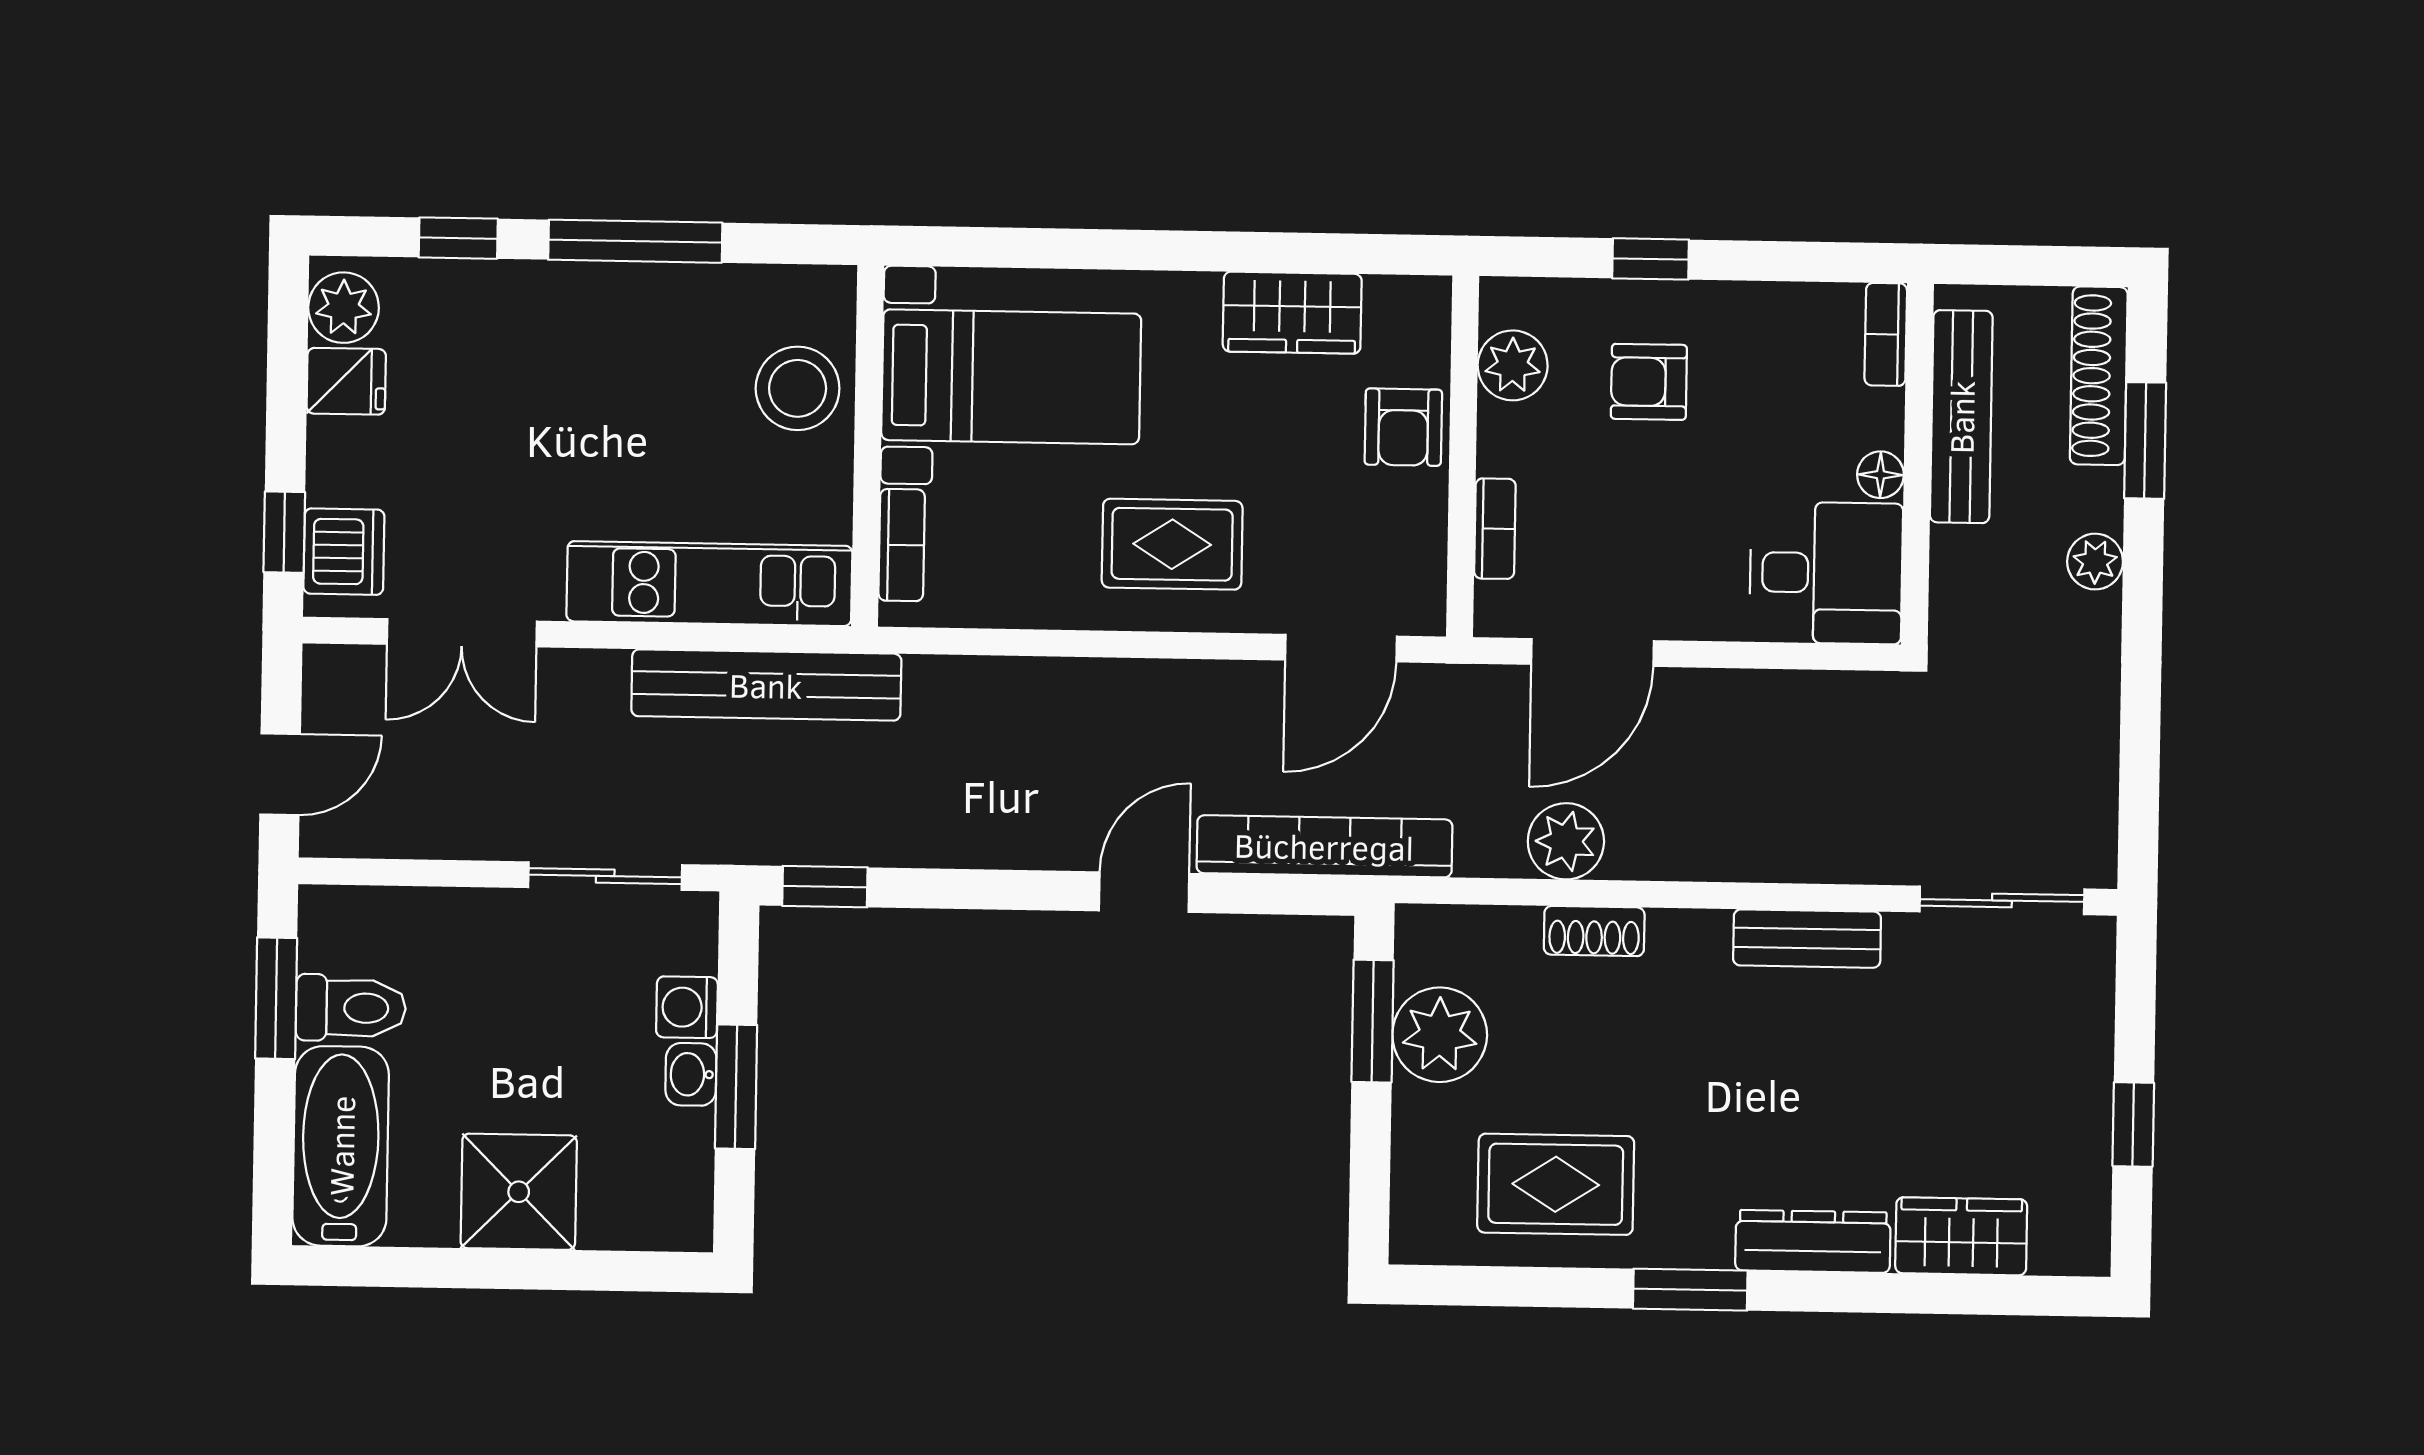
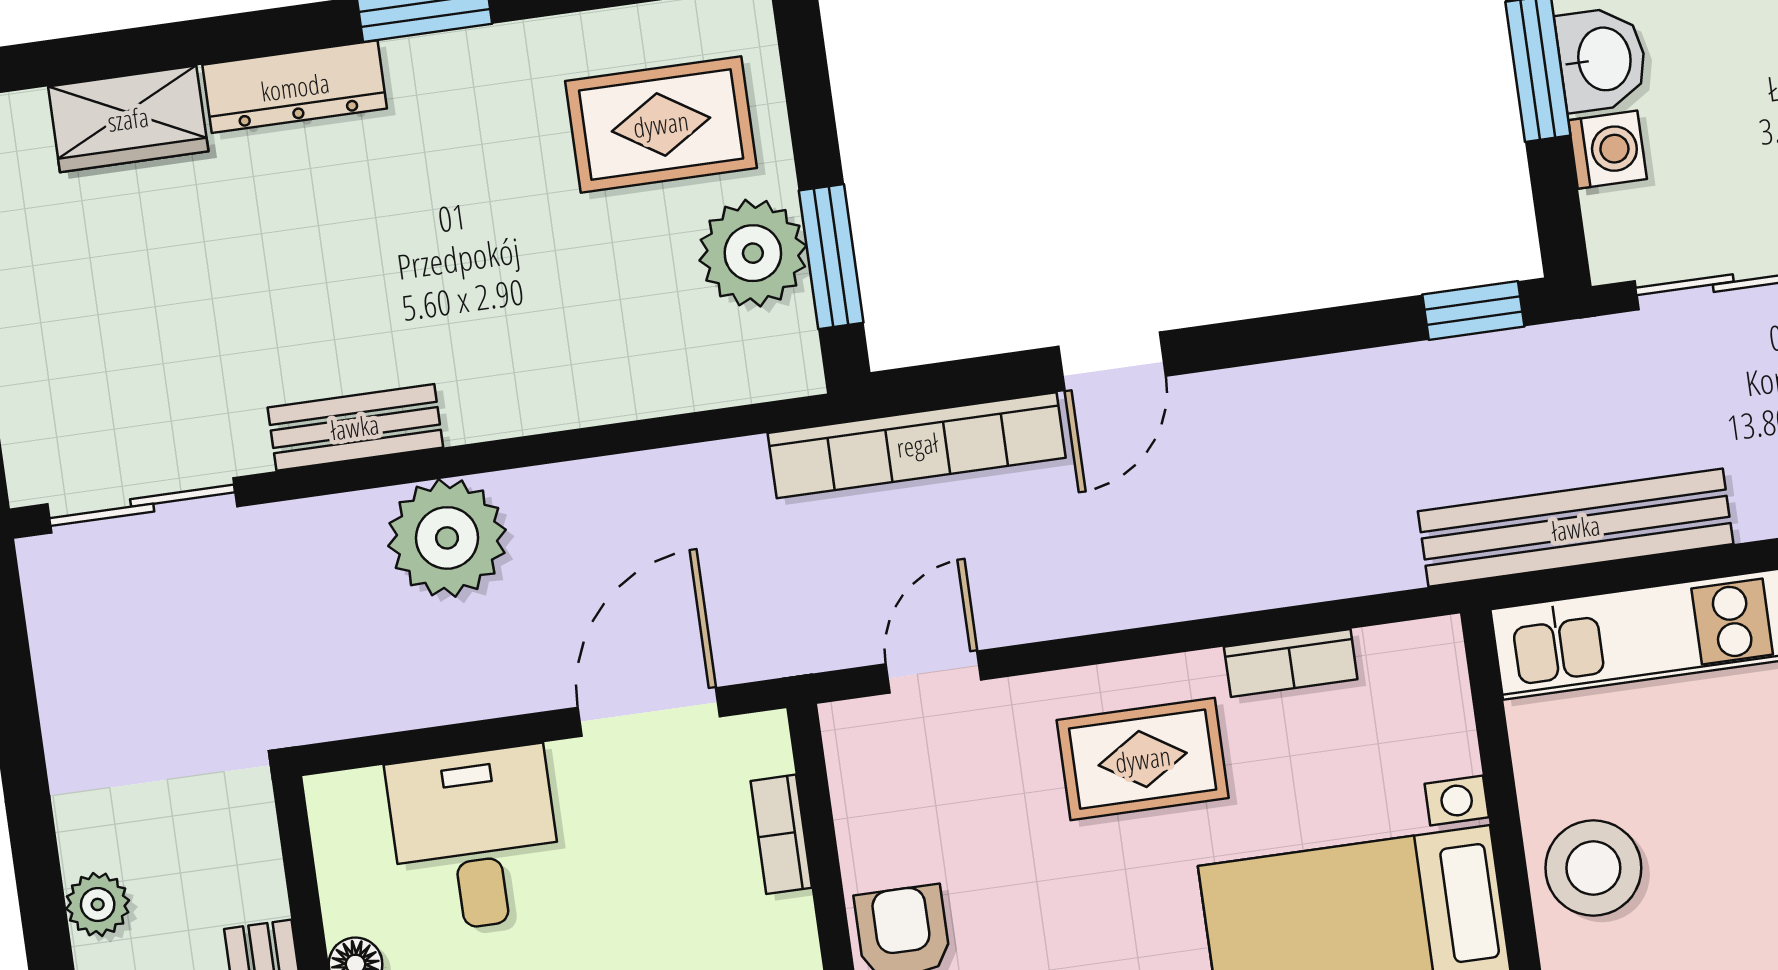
bookcase: (902, 545) -> (1291, 663), moved, turned -90
desk: (1826, 573) -> (475, 839), moved, turned 90
door: (1341, 648) -> (933, 672), width x0.73
plant: (1566, 841) -> (447, 538), moved, width x1.36, depth x1.36
shoe rack: (1594, 931) -> (597, 398), removed
washbasin: (691, 1074) -> (1602, 59), width x1.38, depth x1.45
rug: (1556, 1184) -> (661, 124), moved

